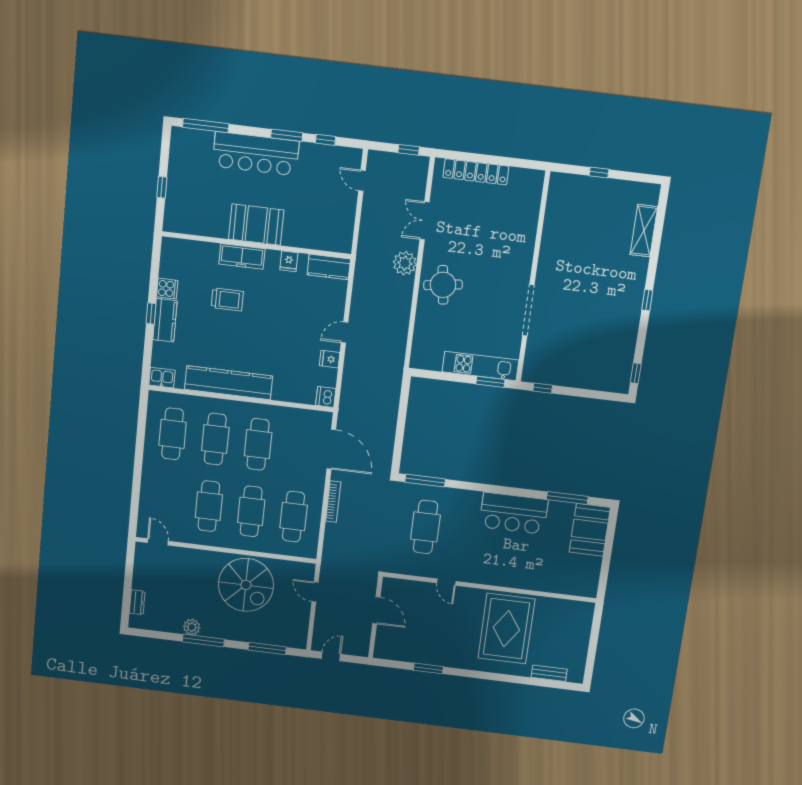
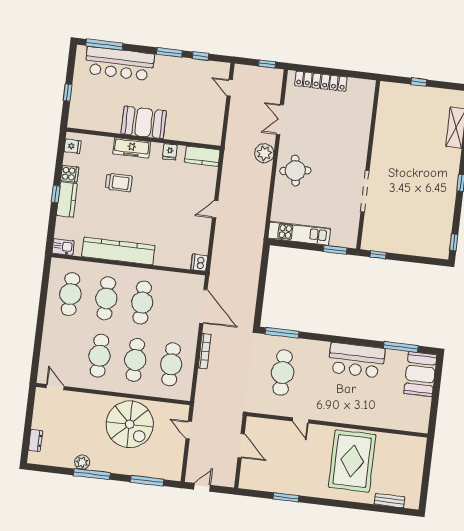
bar counter: (256, 154) -> (119, 64), moved
fridge: (330, 359) -> (73, 146), moved, turned 180
kitchen unit: (480, 366) -> (299, 233), moved

